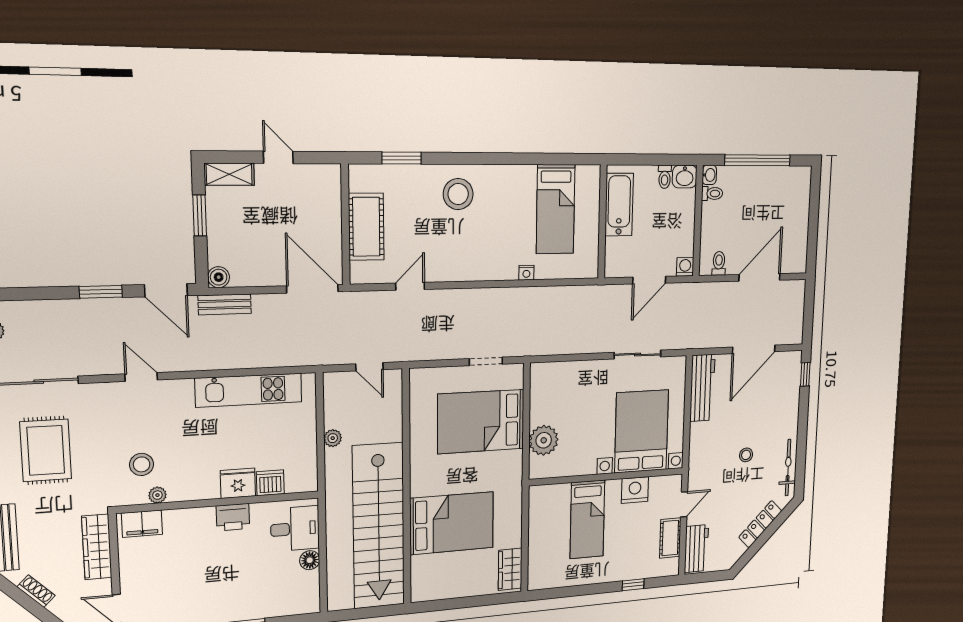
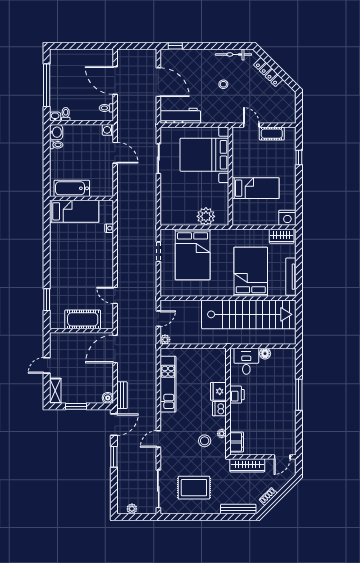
stool: (458, 194) -> (66, 268), removed
bathtub: (619, 205) -> (72, 188), moved
wall: (602, 222) -> (81, 198), moved
plant: (333, 438) -> (165, 340), moved
dishwasher: (270, 483) -> (219, 409), moved
nightstand: (635, 490) -> (287, 218), moved, turned -90
workbench: (696, 549) -> (280, 116), removed
tv unit: (443, 591) -> (291, 277), added

